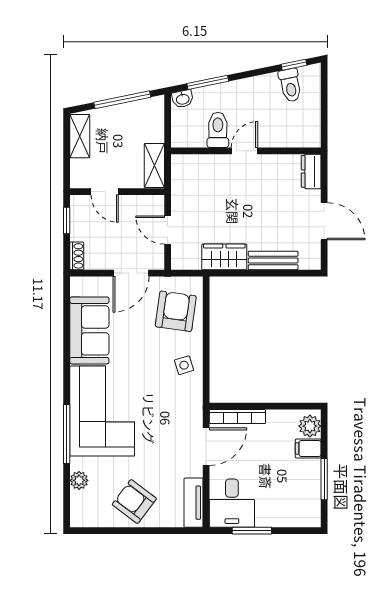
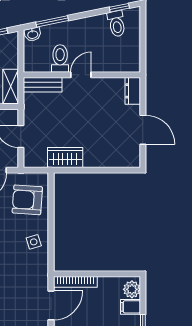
bench: (273, 260) -> (43, 85), moved
armchair: (176, 311) -> (27, 200), turned -94

